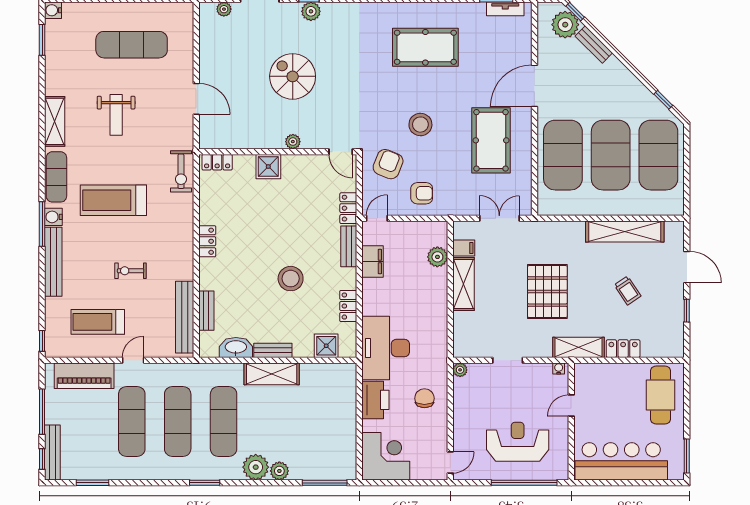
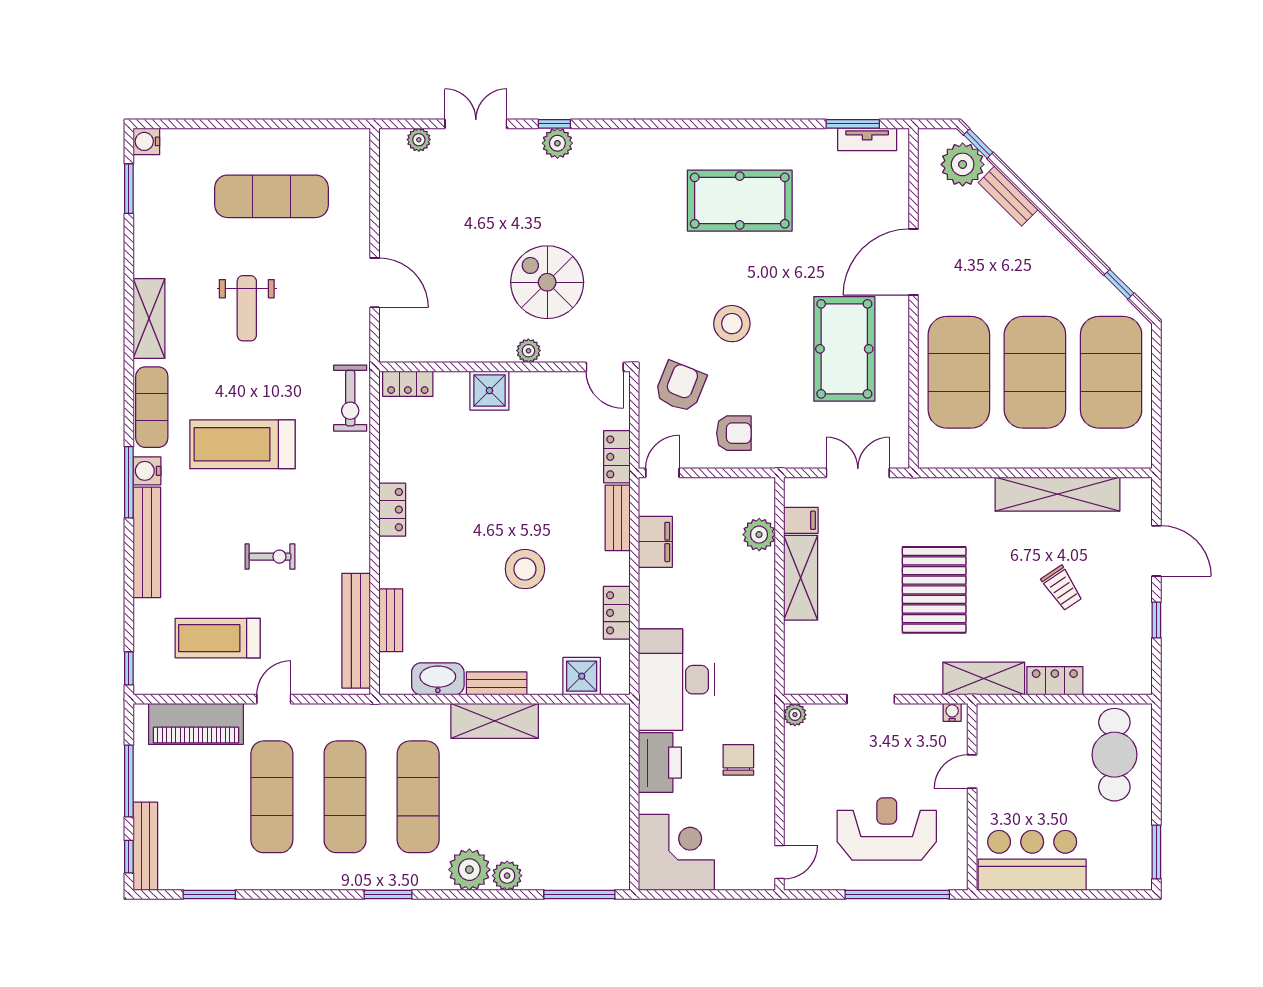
spiral stairs: (293, 76) -> (547, 282), moved
exercise bike: (131, 271) -> (270, 557), turned 180
bar counter: (621, 461) -> (1032, 860), width x0.73

